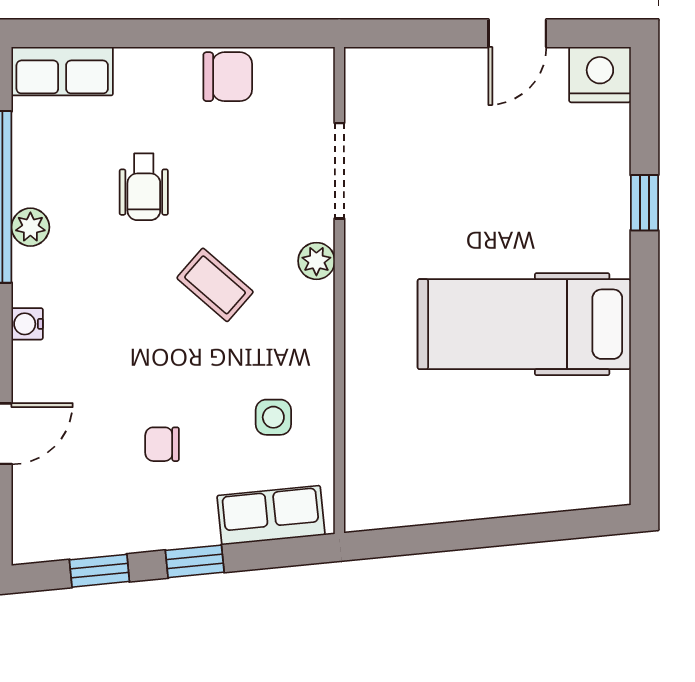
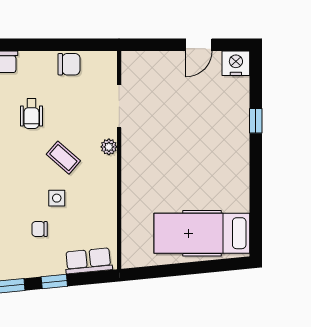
hospital bed: (524, 324) -> (202, 233), moved
side table: (273, 417) -> (57, 198), moved

